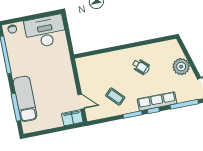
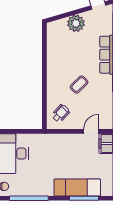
wheelchair: (141, 67) -> (61, 113), moved
coffee table: (115, 97) -> (79, 85), moved

